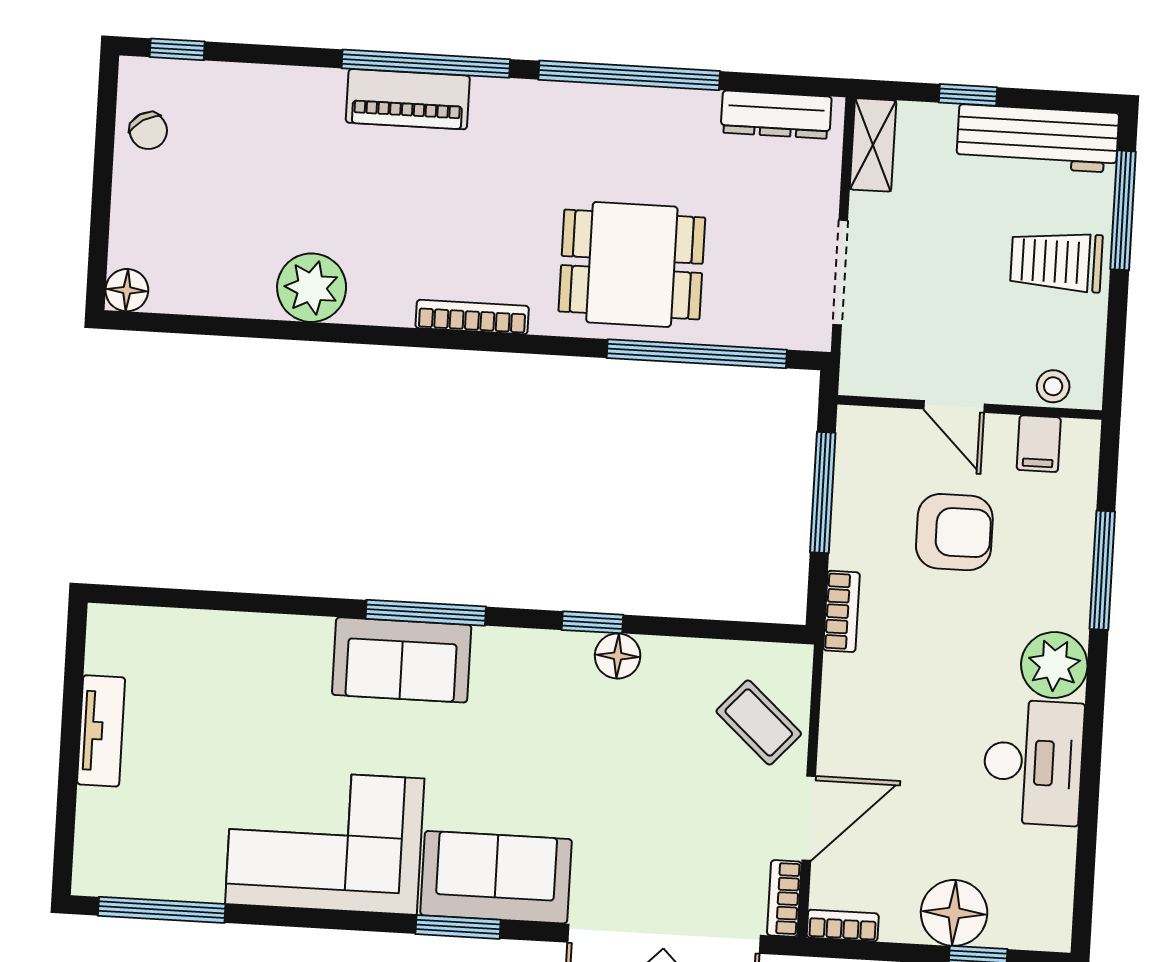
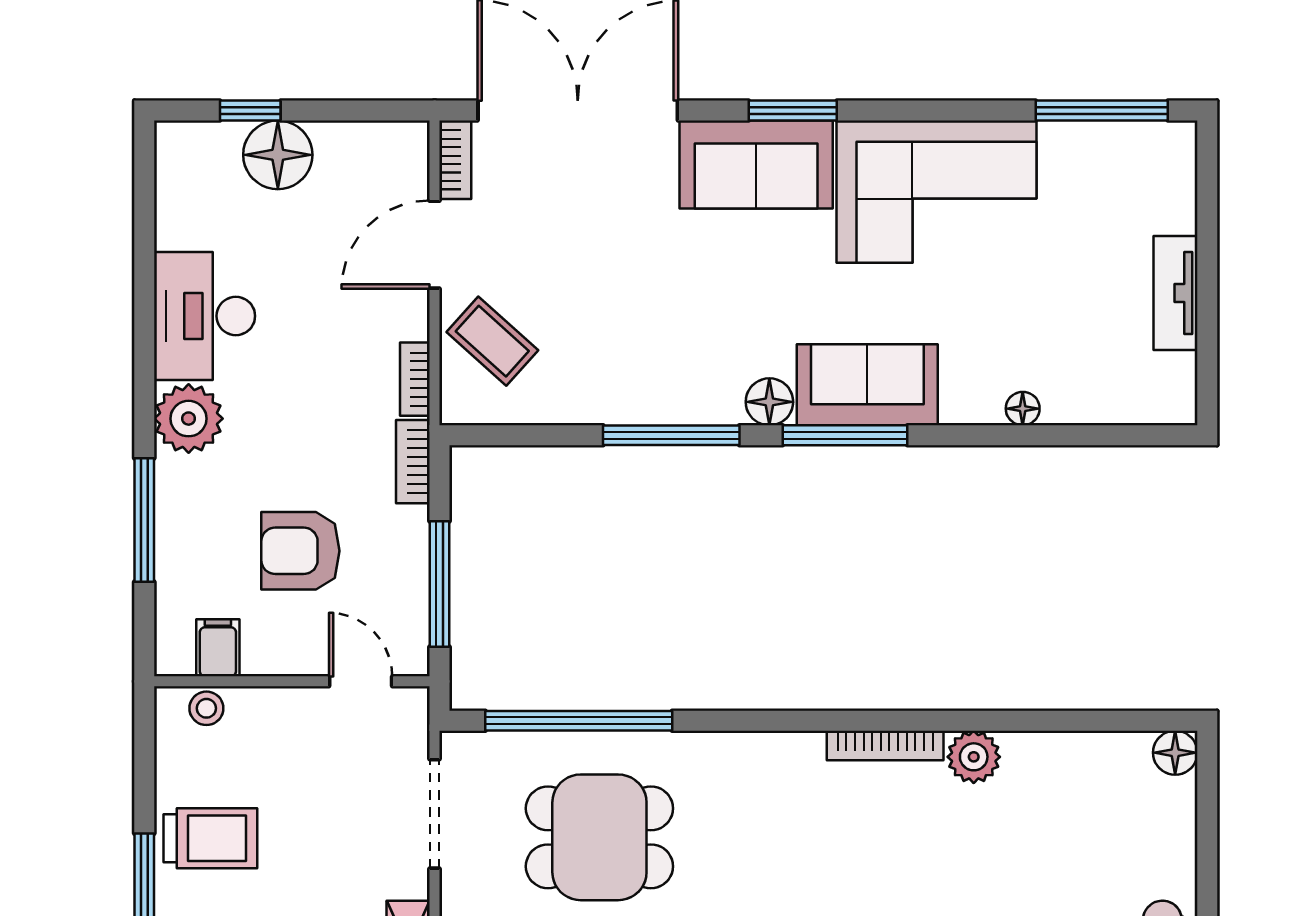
dining table: (632, 264) -> (599, 837), moved
plant: (312, 288) -> (974, 757), width x0.73, depth x0.73
bookcase: (472, 317) -> (885, 745), moved
door: (954, 406) -> (361, 681), moved
window: (592, 622) -> (671, 435), width x2.17
floor lamp: (254, 628) -> (1023, 409), added
floor lamp: (618, 656) -> (769, 402), moved
bookcase: (843, 926) -> (415, 379), moved, turned 90

